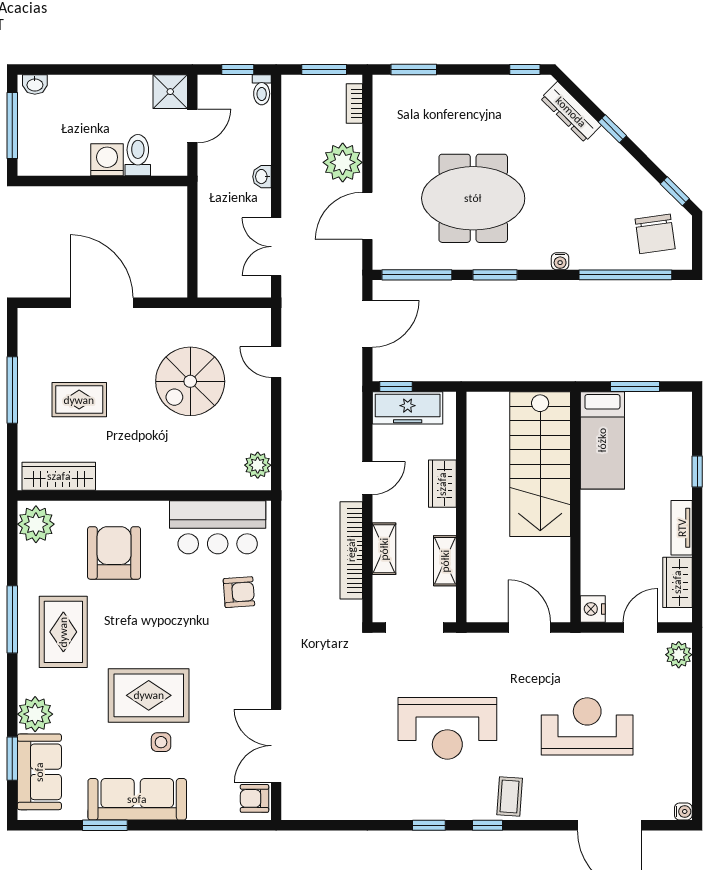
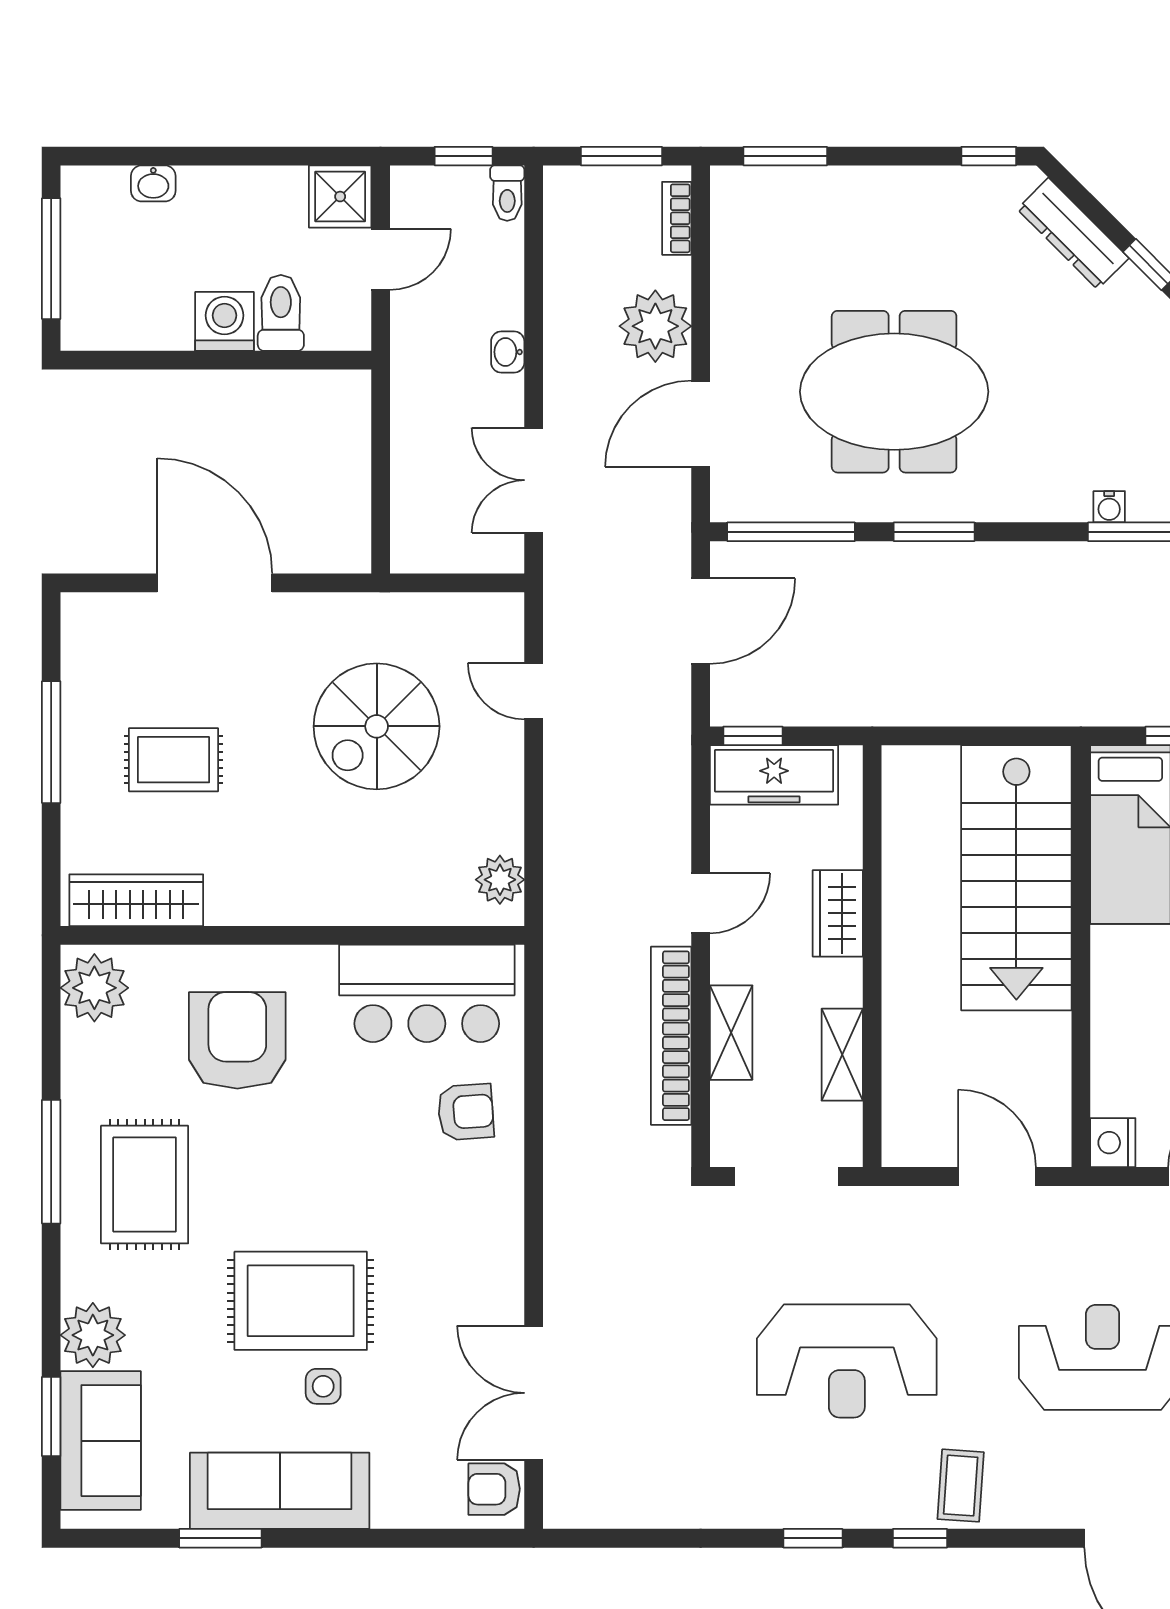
washbasin: (35, 84) -> (153, 183), moved
water cooler: (560, 261) -> (1109, 507), moved

